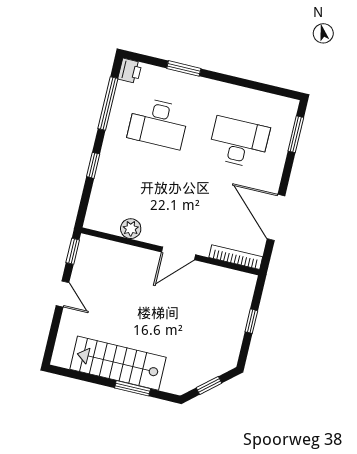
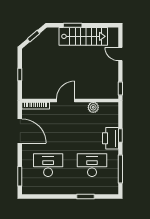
printer: (130, 71) -> (111, 138), moved, width x1.87, depth x1.48
desk: (239, 142) -> (48, 165), turned 180
door: (62, 294) -> (120, 54), moved

